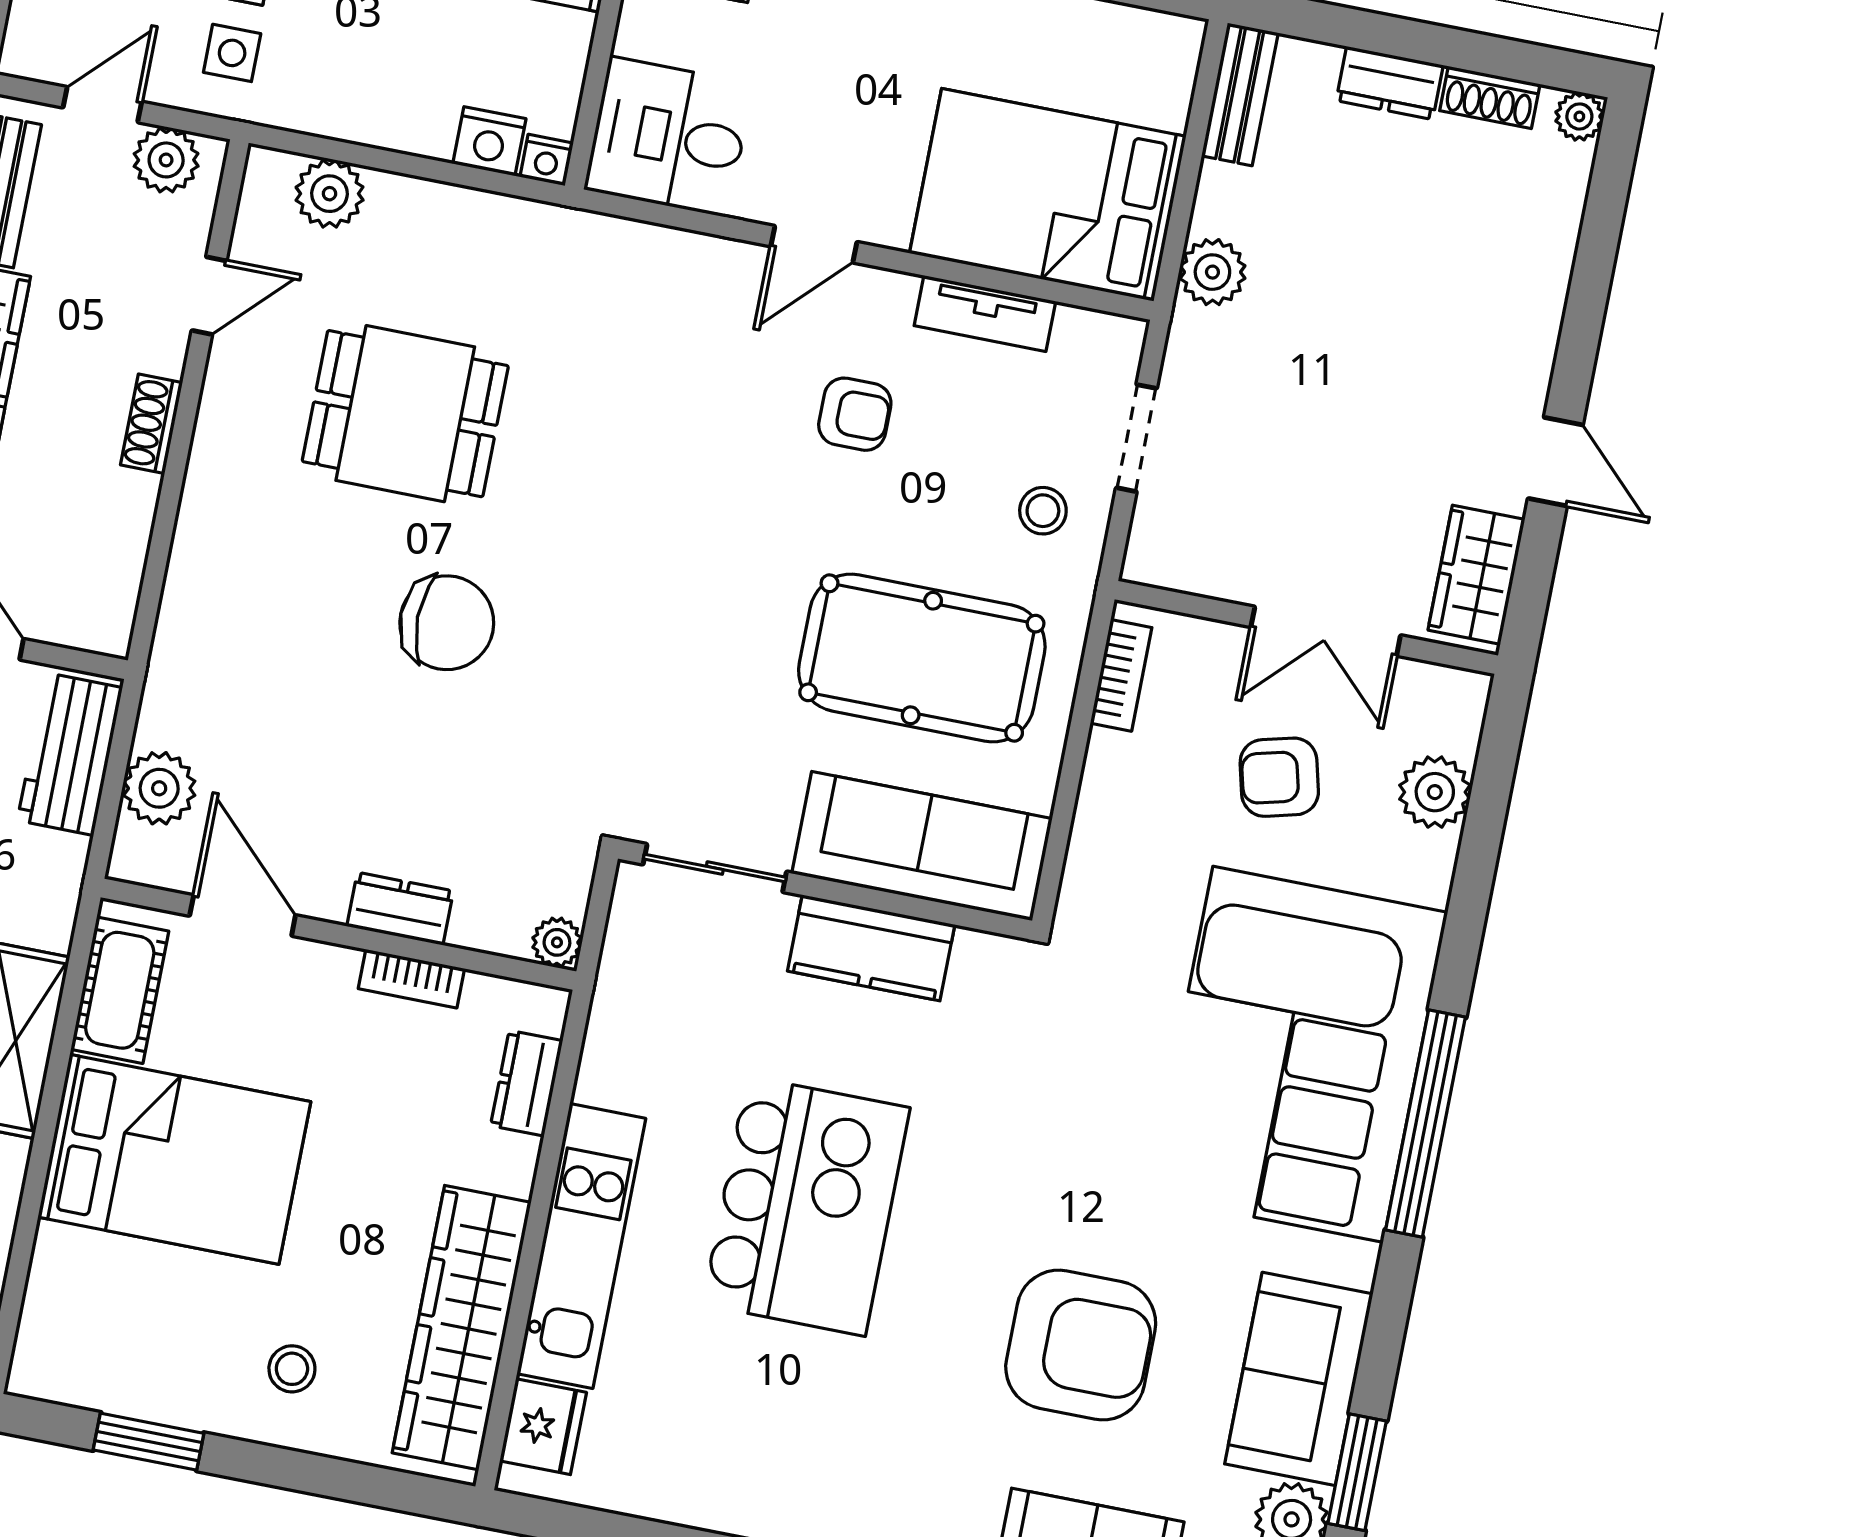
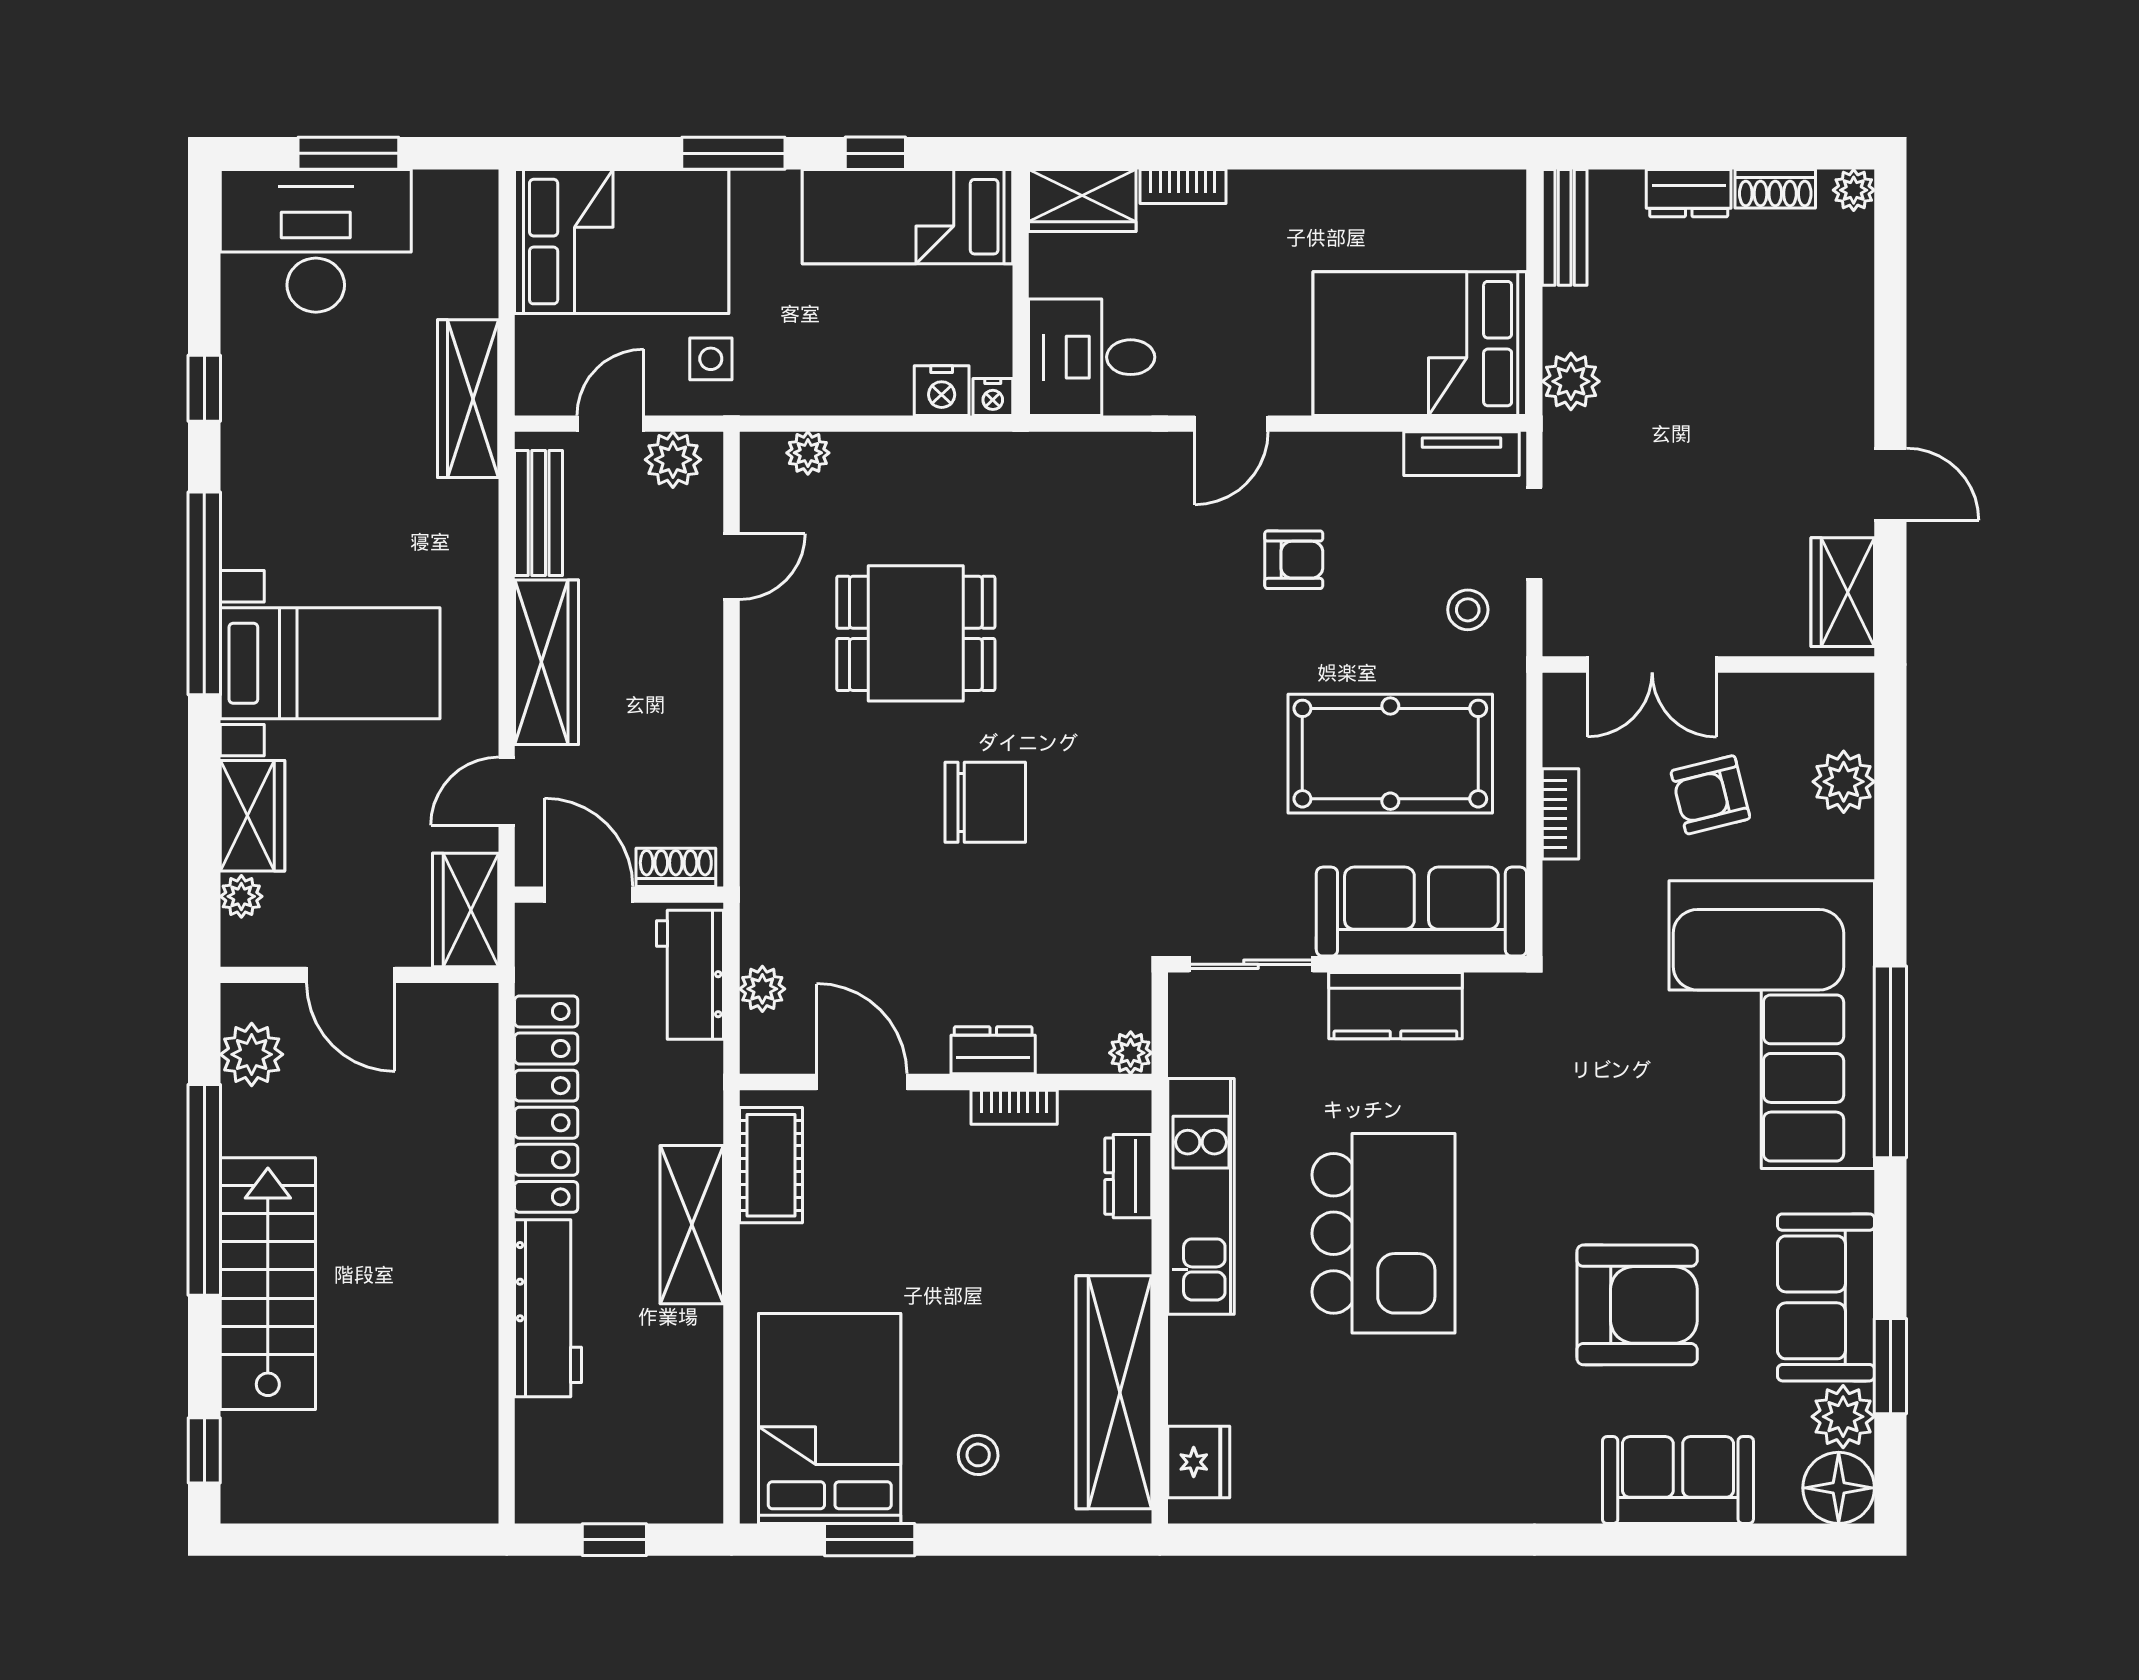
plant: (330, 194) -> (808, 453), width x0.73, depth x0.73
tv unit: (985, 313) -> (1461, 454), moved
shoe rack: (151, 424) -> (676, 867), moved, turned 90
double door: (1326, 631) -> (1652, 664), moved
bookcase: (1121, 675) -> (1561, 814), moved
plant: (159, 788) -> (762, 989), width x0.73, depth x0.73
bed: (174, 1159) -> (830, 1418), moved, turned -90
kitchen unit: (581, 1246) -> (1201, 1196), moved

